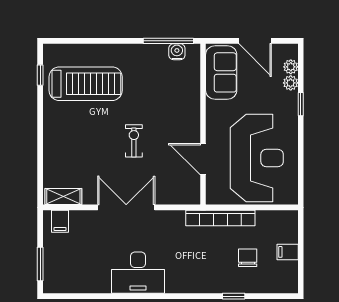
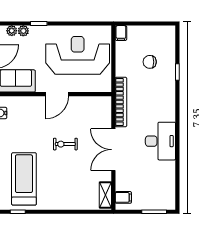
door: (203, 159) -> (57, 94), moved
bookcase: (220, 218) -> (121, 102), moved
filing cabinet: (288, 252) -> (121, 33), moved

